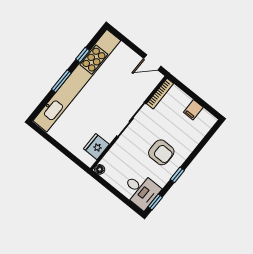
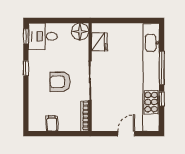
door: (152, 62) -> (126, 134), moved
window: (61, 81) -> (162, 68), width x1.44
armchair: (161, 152) -> (60, 82), moved
floor lamp: (100, 169) -> (80, 32), width x1.89, depth x1.89

